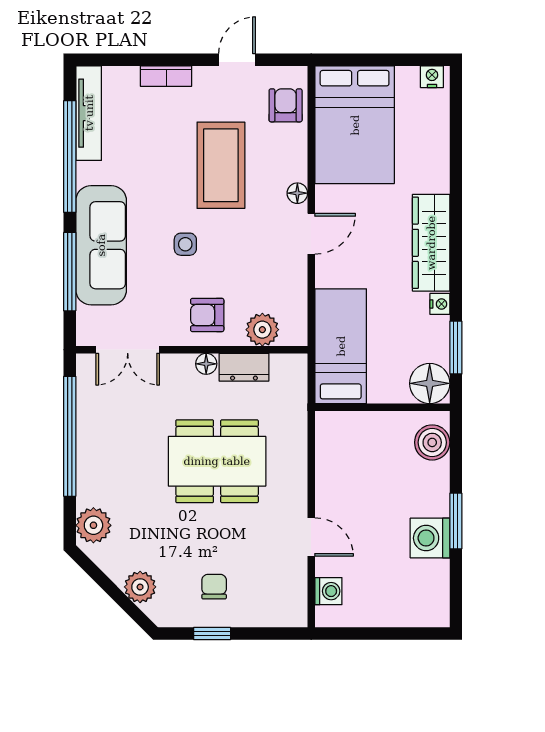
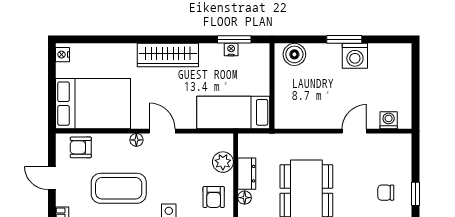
nightstand: (440, 304) -> (231, 50), moved
floor lamp: (430, 383) -> (257, 56), removed

